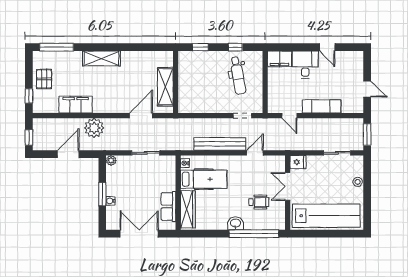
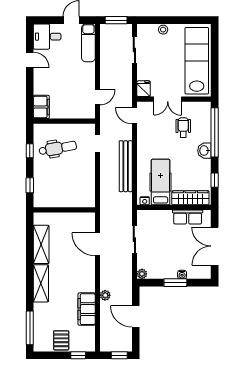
door: (327, 47) -> (30, 60), hinge flipped
desk: (305, 65) -> (47, 37), moved
pallet: (44, 79) -> (61, 340), turned 90
shelving: (165, 87) -> (41, 244), moved, turned 90
exam couch: (322, 106) -> (88, 43), moved
plant: (94, 128) -> (105, 295), width x0.53, depth x0.53
door: (255, 153) -> (134, 116), moved
window: (206, 234) -> (215, 180), added

